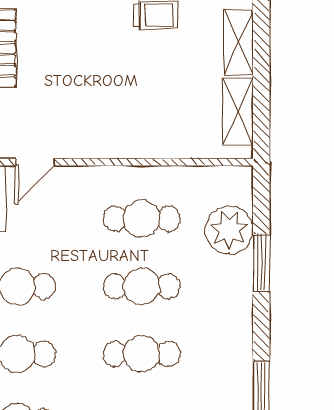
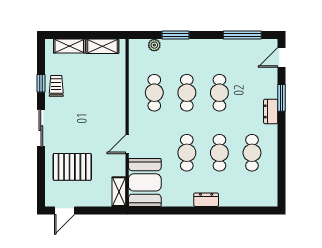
door: (35, 162) -> (127, 144), swing flipped
plant: (229, 230) -> (154, 45), width x0.53, depth x0.53

